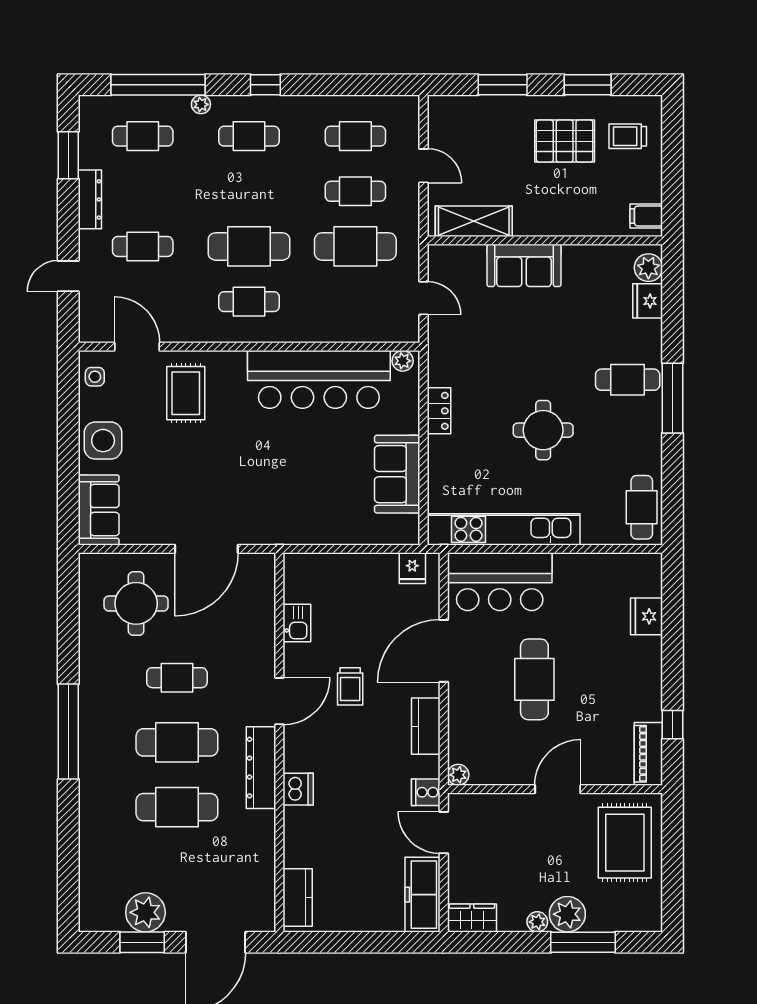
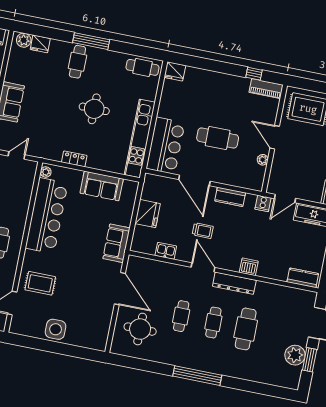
side table: (95, 377) -> (23, 327), removed
sofa: (99, 510) -> (116, 243), moved, turned -90
fridge: (412, 568) -> (148, 214), moved, width x1.88, depth x1.34
fridge: (647, 616) -> (175, 71), moved
cafe table: (177, 742) -> (213, 323), width x0.73, depth x0.74
plant: (458, 775) -> (263, 160), moved

